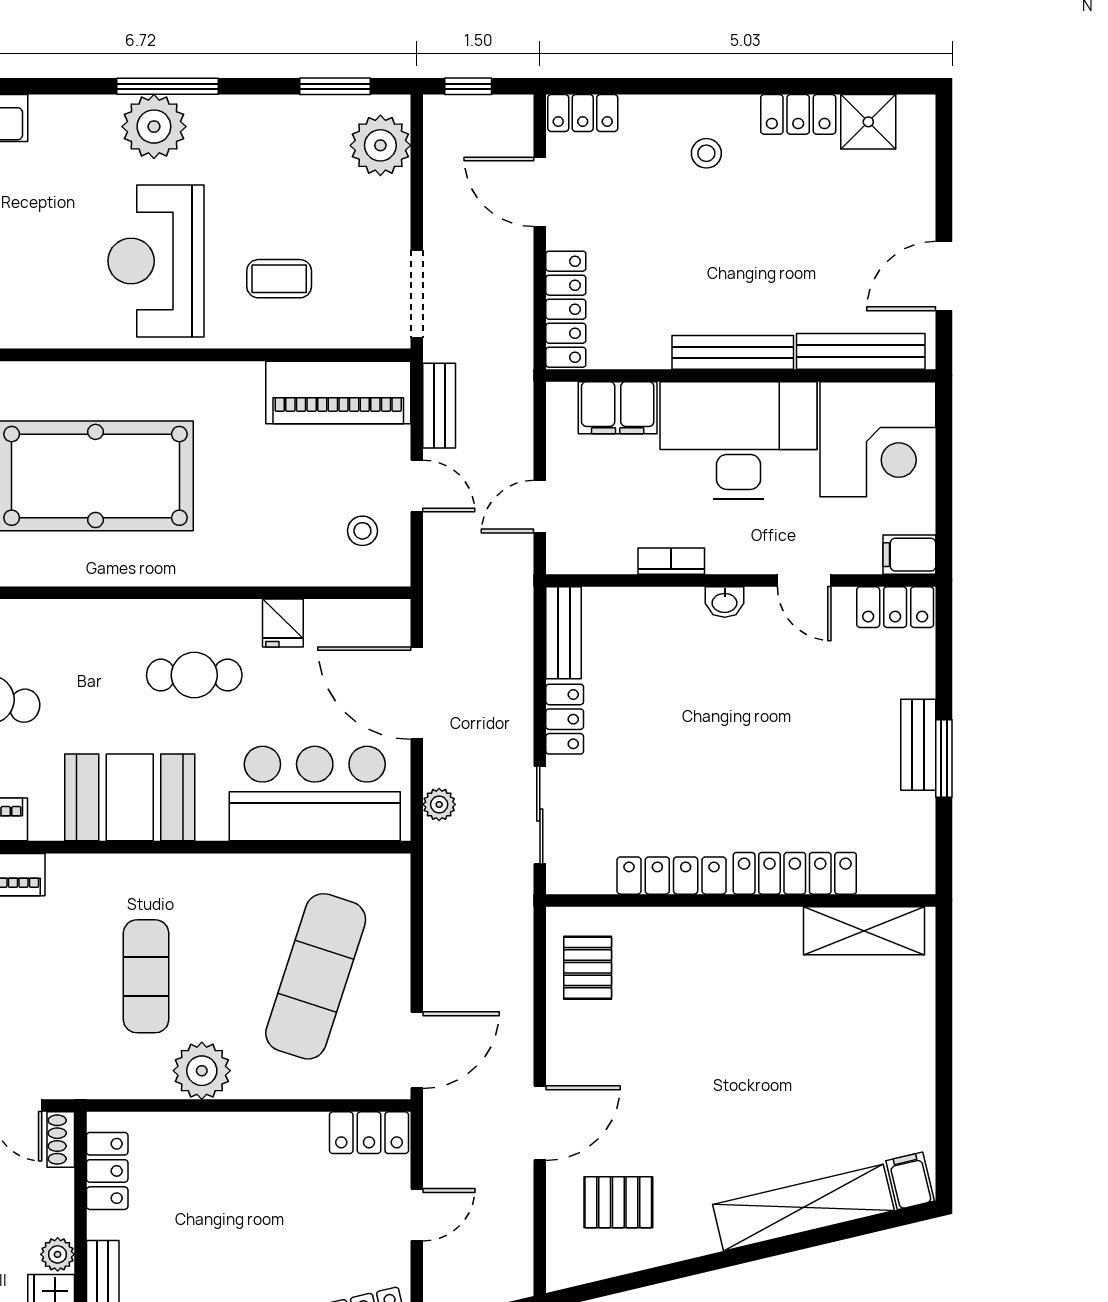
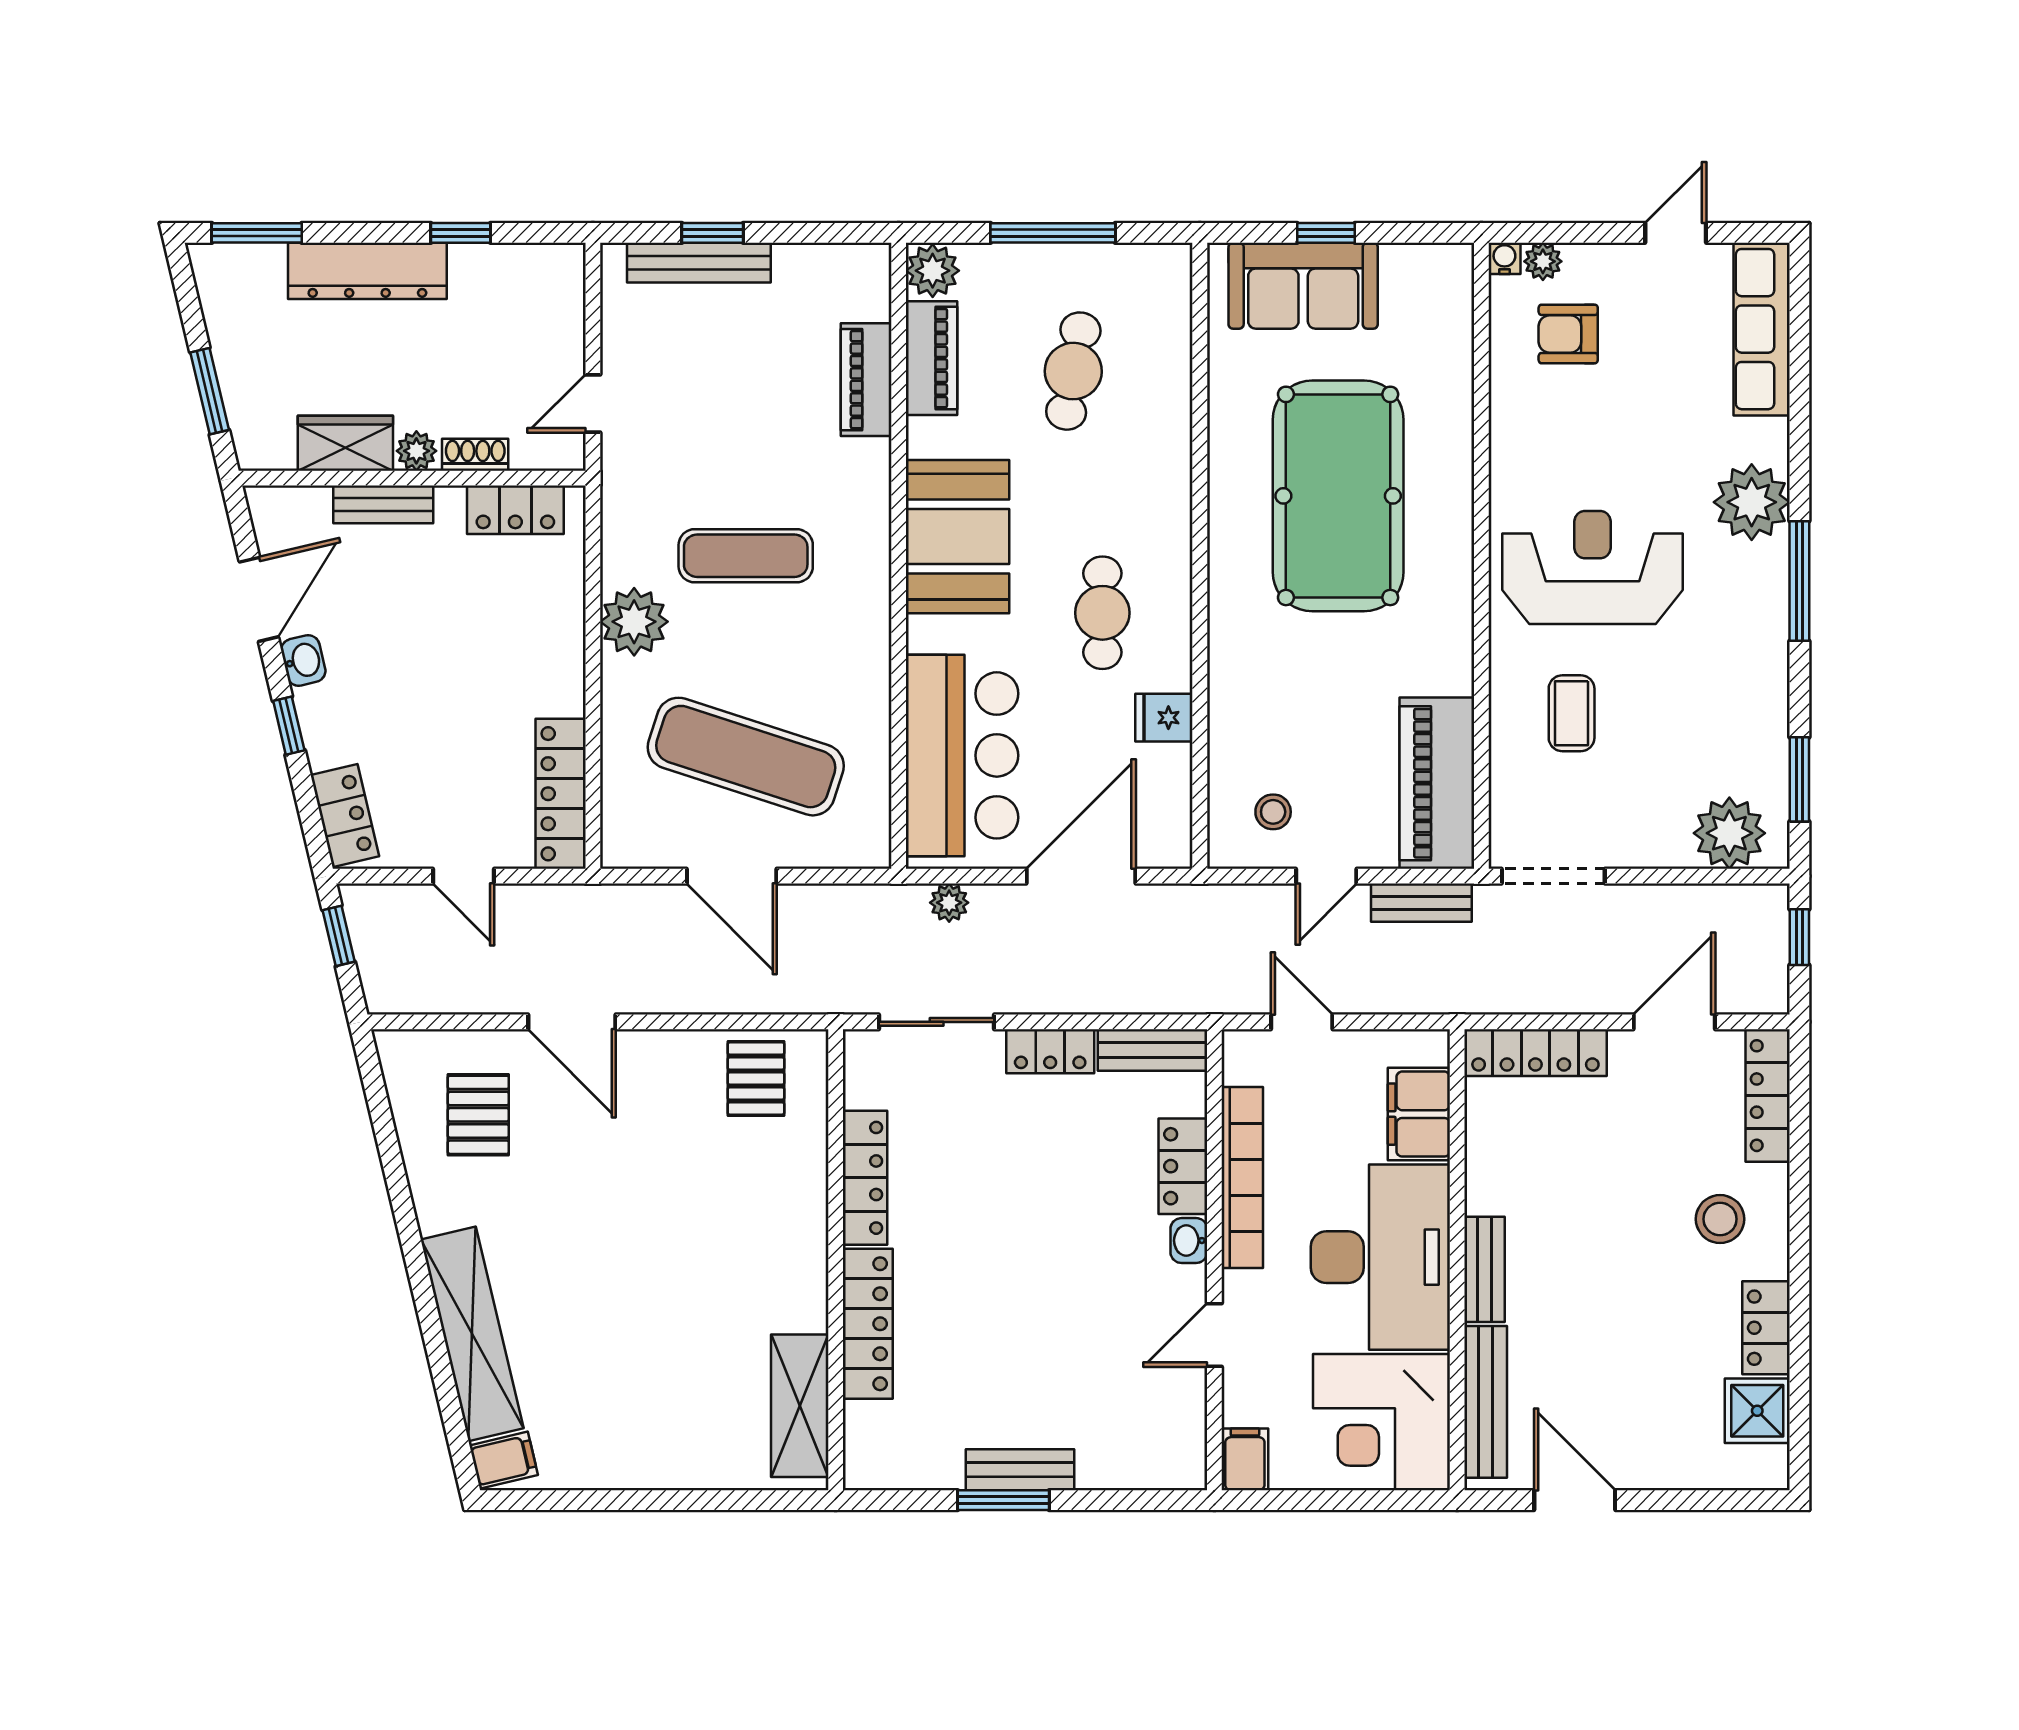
locker: (583, 113) -> (1768, 1096), width x1.53
plant: (154, 127) -> (1752, 502), moved
stool: (706, 153) -> (1720, 1219), width x1.37, depth x1.37
bench: (733, 352) -> (1484, 1269), width x0.73
bookcase: (671, 561) -> (1242, 1178), width x2.31, depth x1.31
locker: (895, 607) -> (1183, 1166), moved
pallet: (588, 968) -> (756, 1078), turned 90
door: (417, 1050) -> (732, 876), moved
locker: (369, 1133) -> (561, 794), width x1.53
shoe rack: (61, 1140) -> (475, 455), moved

